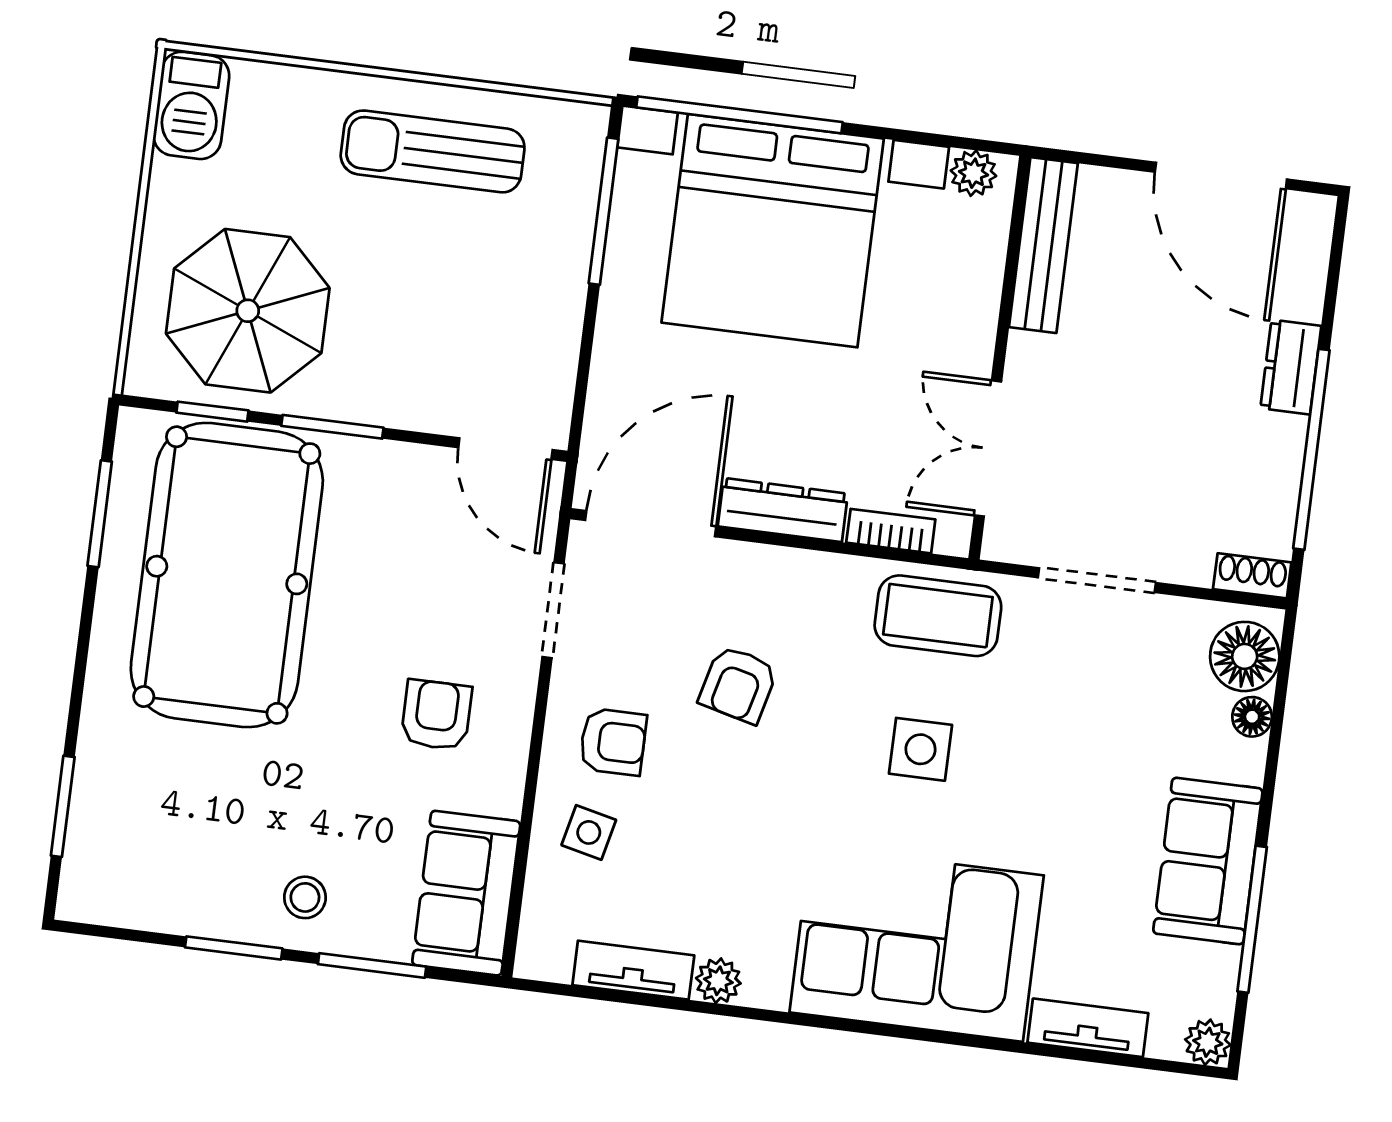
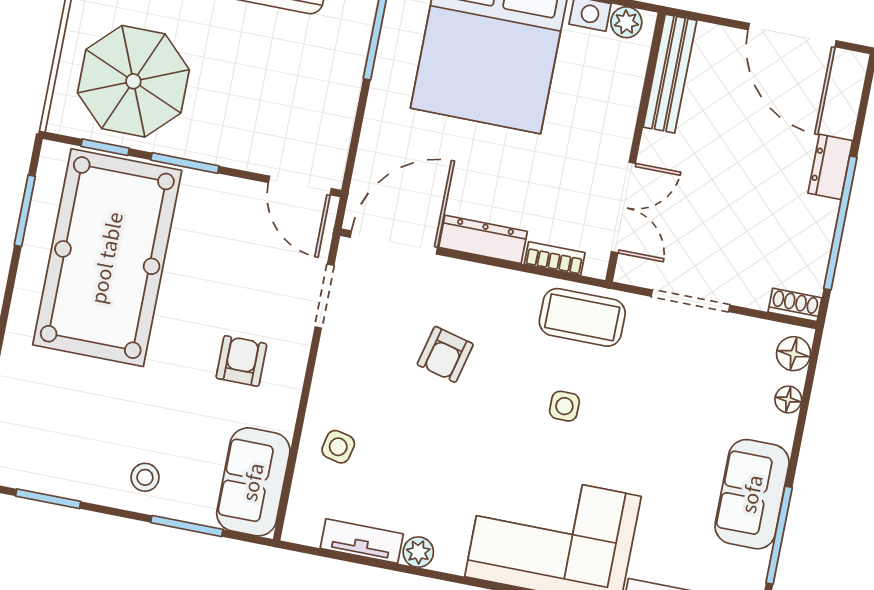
double door: (988, 448) -> (623, 207), swing flipped
floor lamp: (1245, 656) -> (794, 354), width x0.73, depth x0.73
armchair: (613, 742) -> (359, 387), removed
side table: (921, 749) -> (564, 406), width x0.73, depth x0.73
window: (234, 948) -> (48, 499), moved

